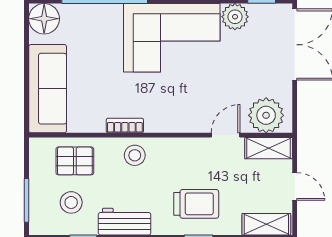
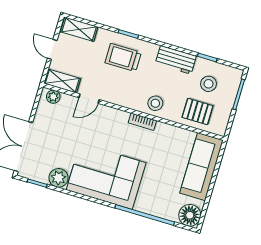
plant: (266, 115) -> (53, 97), width x0.53, depth x0.53
bookcase: (125, 125) -> (142, 122), moved

